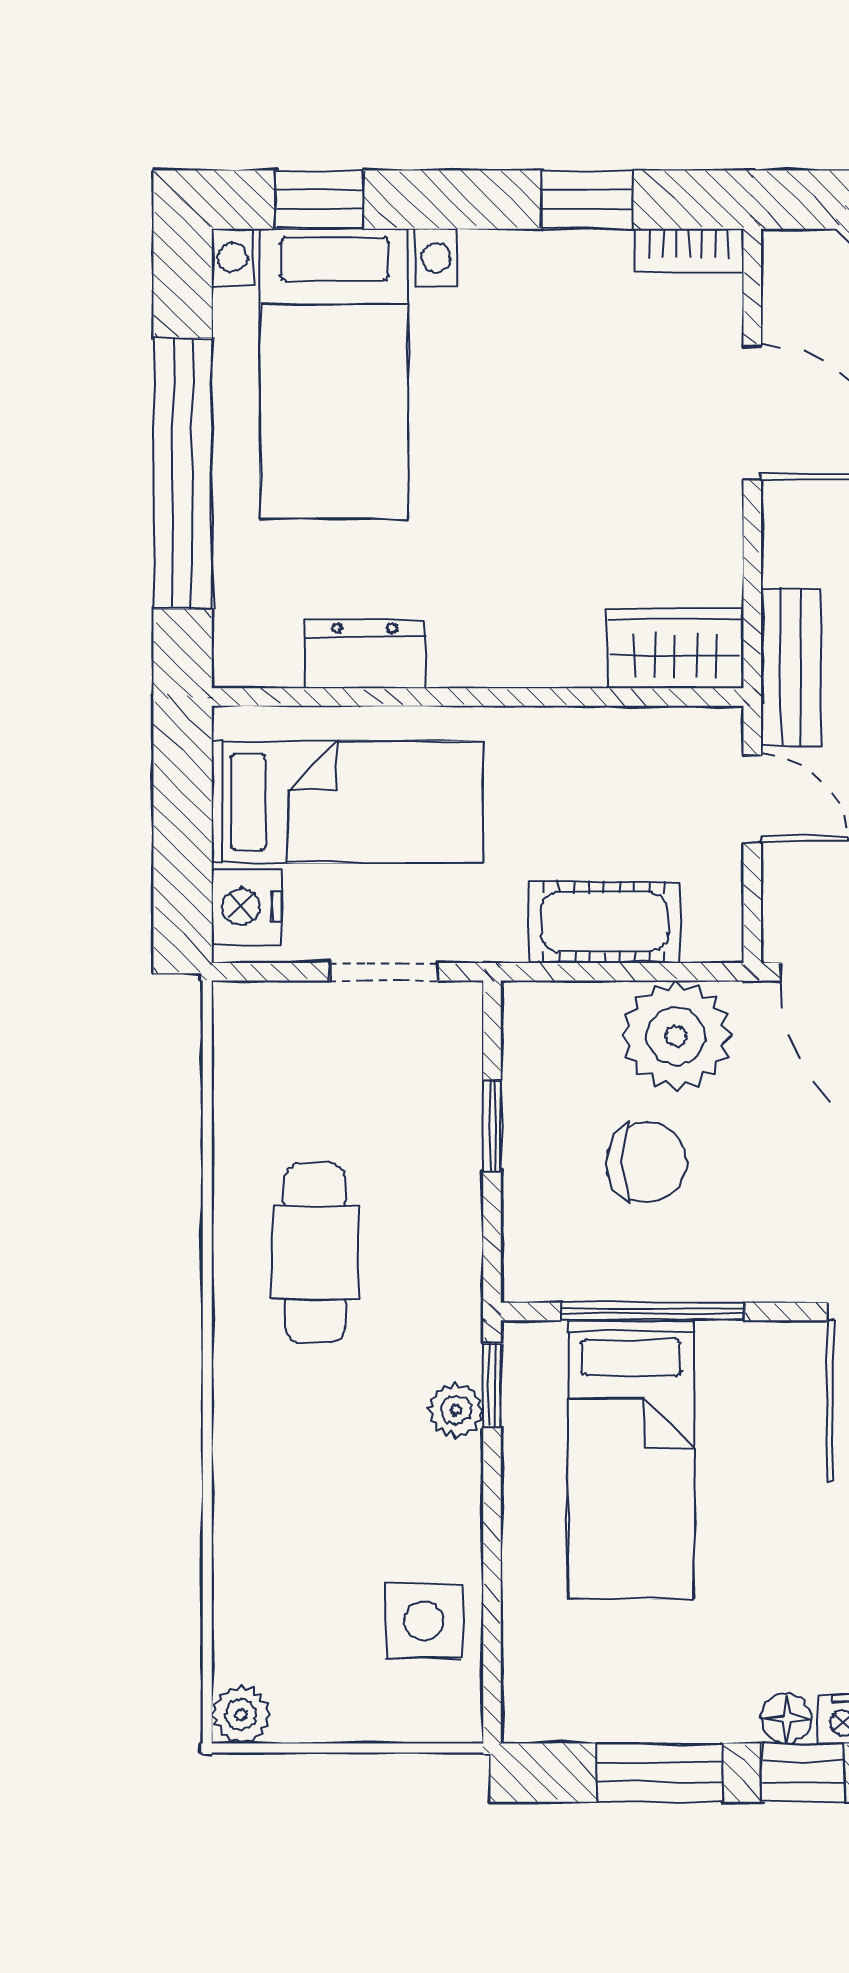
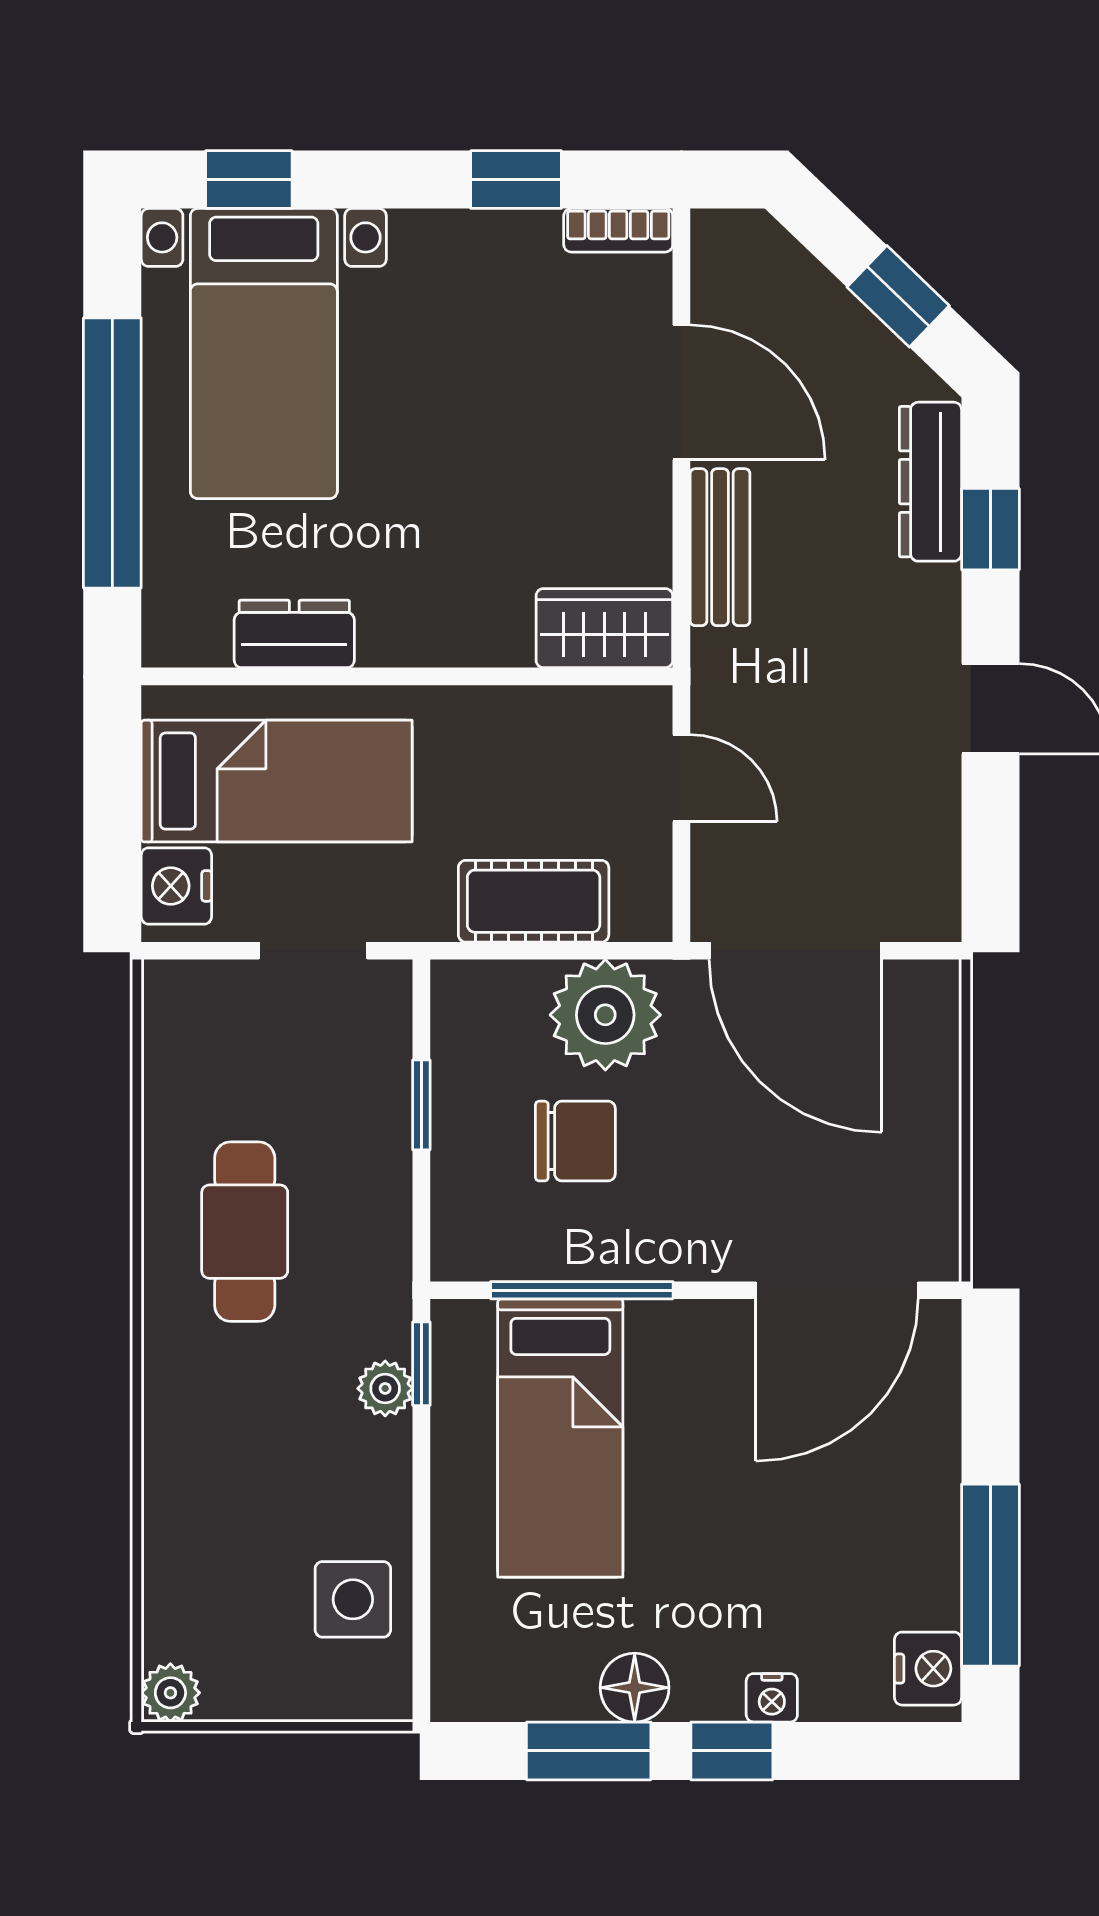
bench: (791, 668) -> (720, 547), moved
floor lamp: (786, 1719) -> (635, 1688), moved, width x1.37, depth x1.37

